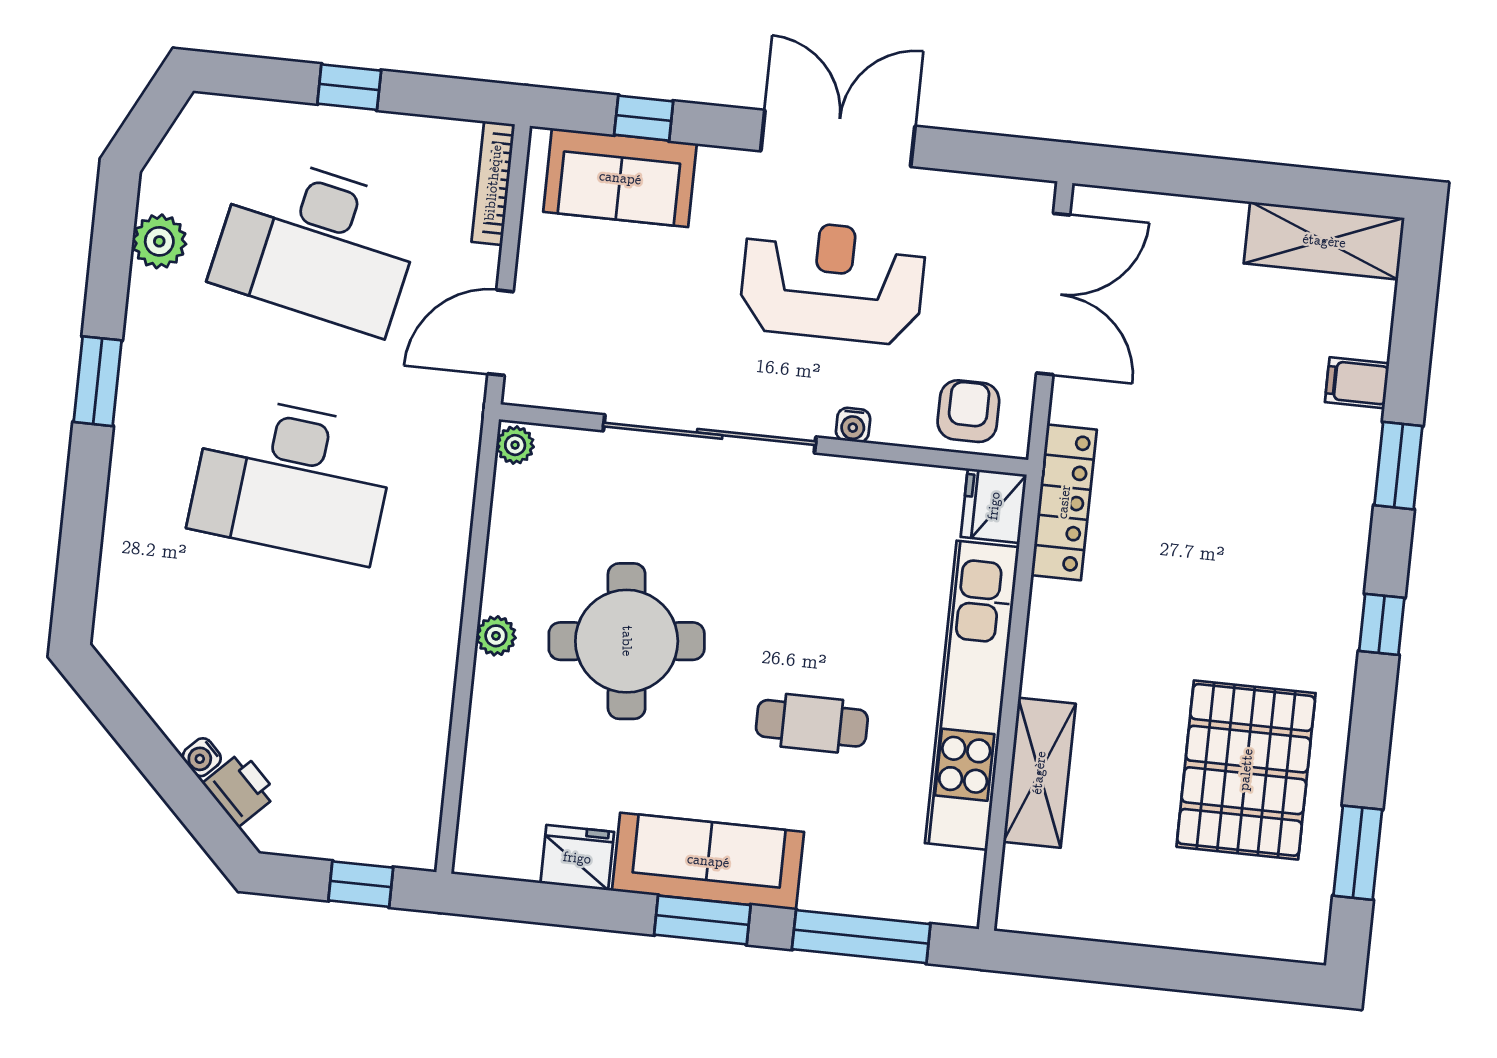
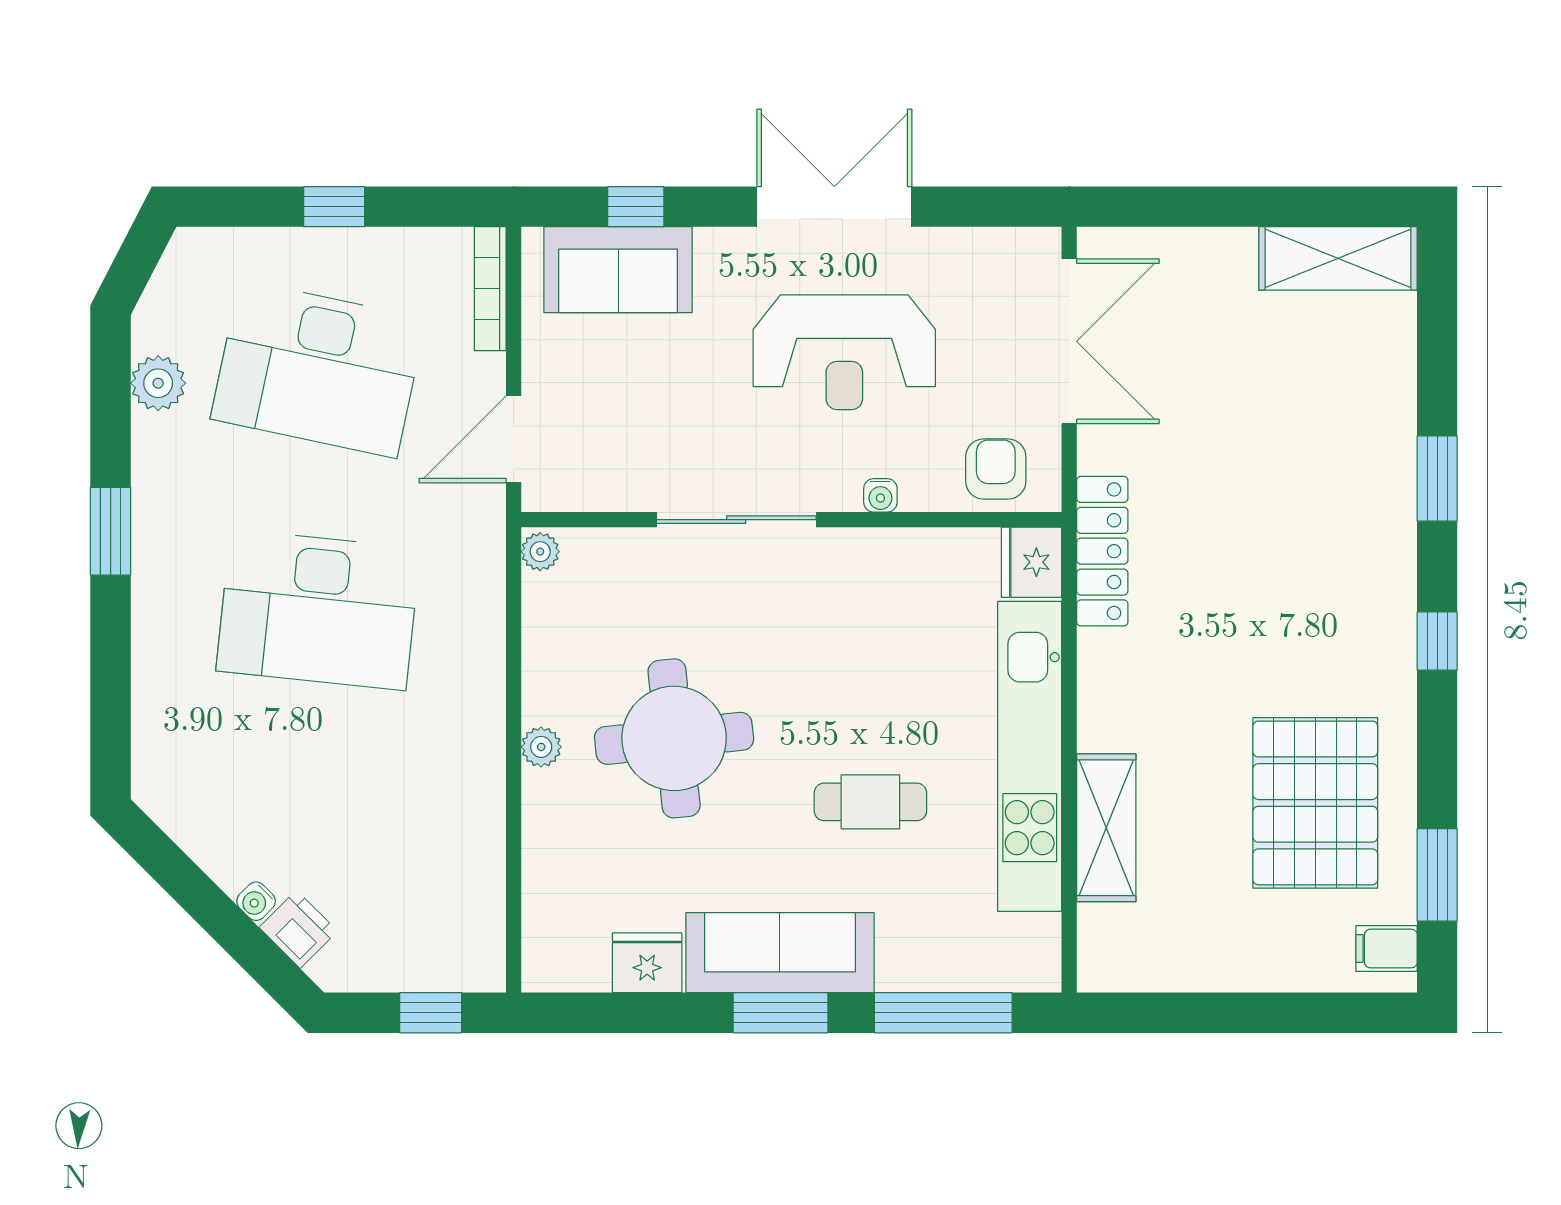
reception desk: (832, 282) -> (844, 352), turned 180
filing cabinet: (1357, 383) -> (1387, 948), moved
sliding door: (710, 434) -> (736, 520), width x0.73

